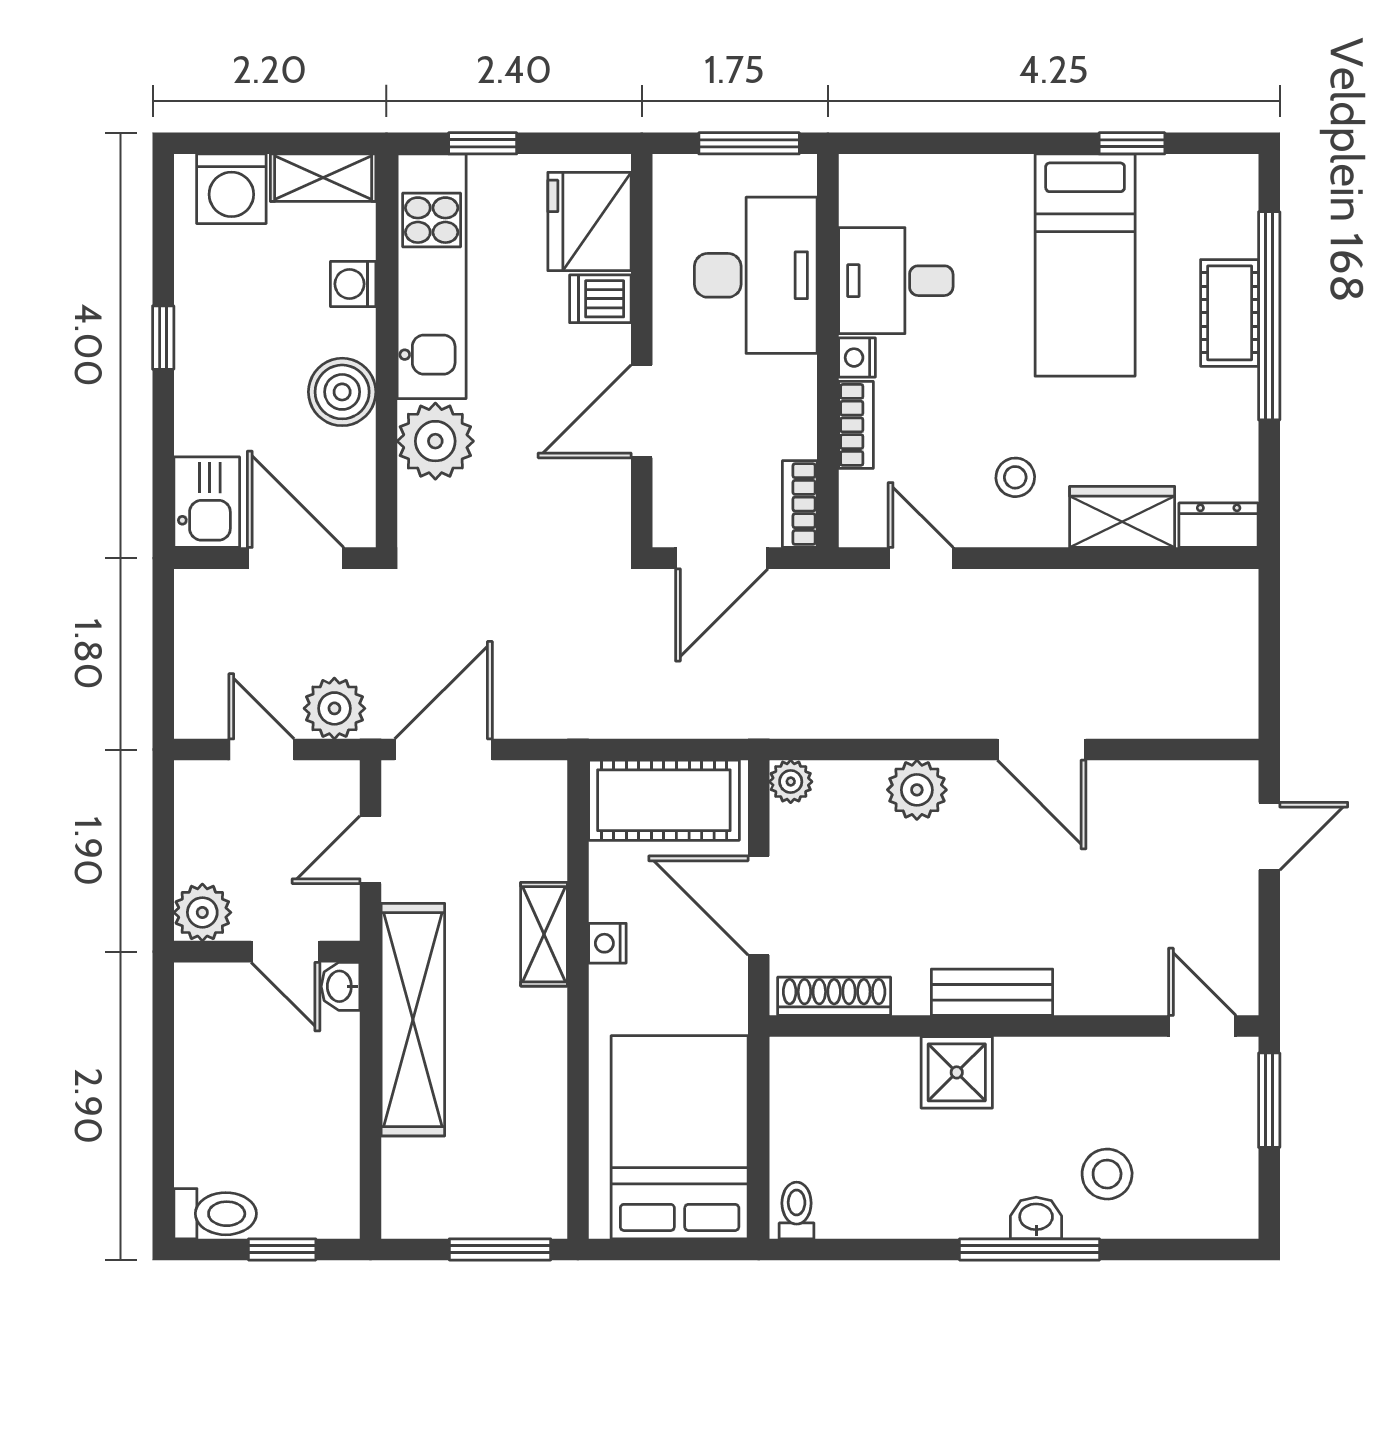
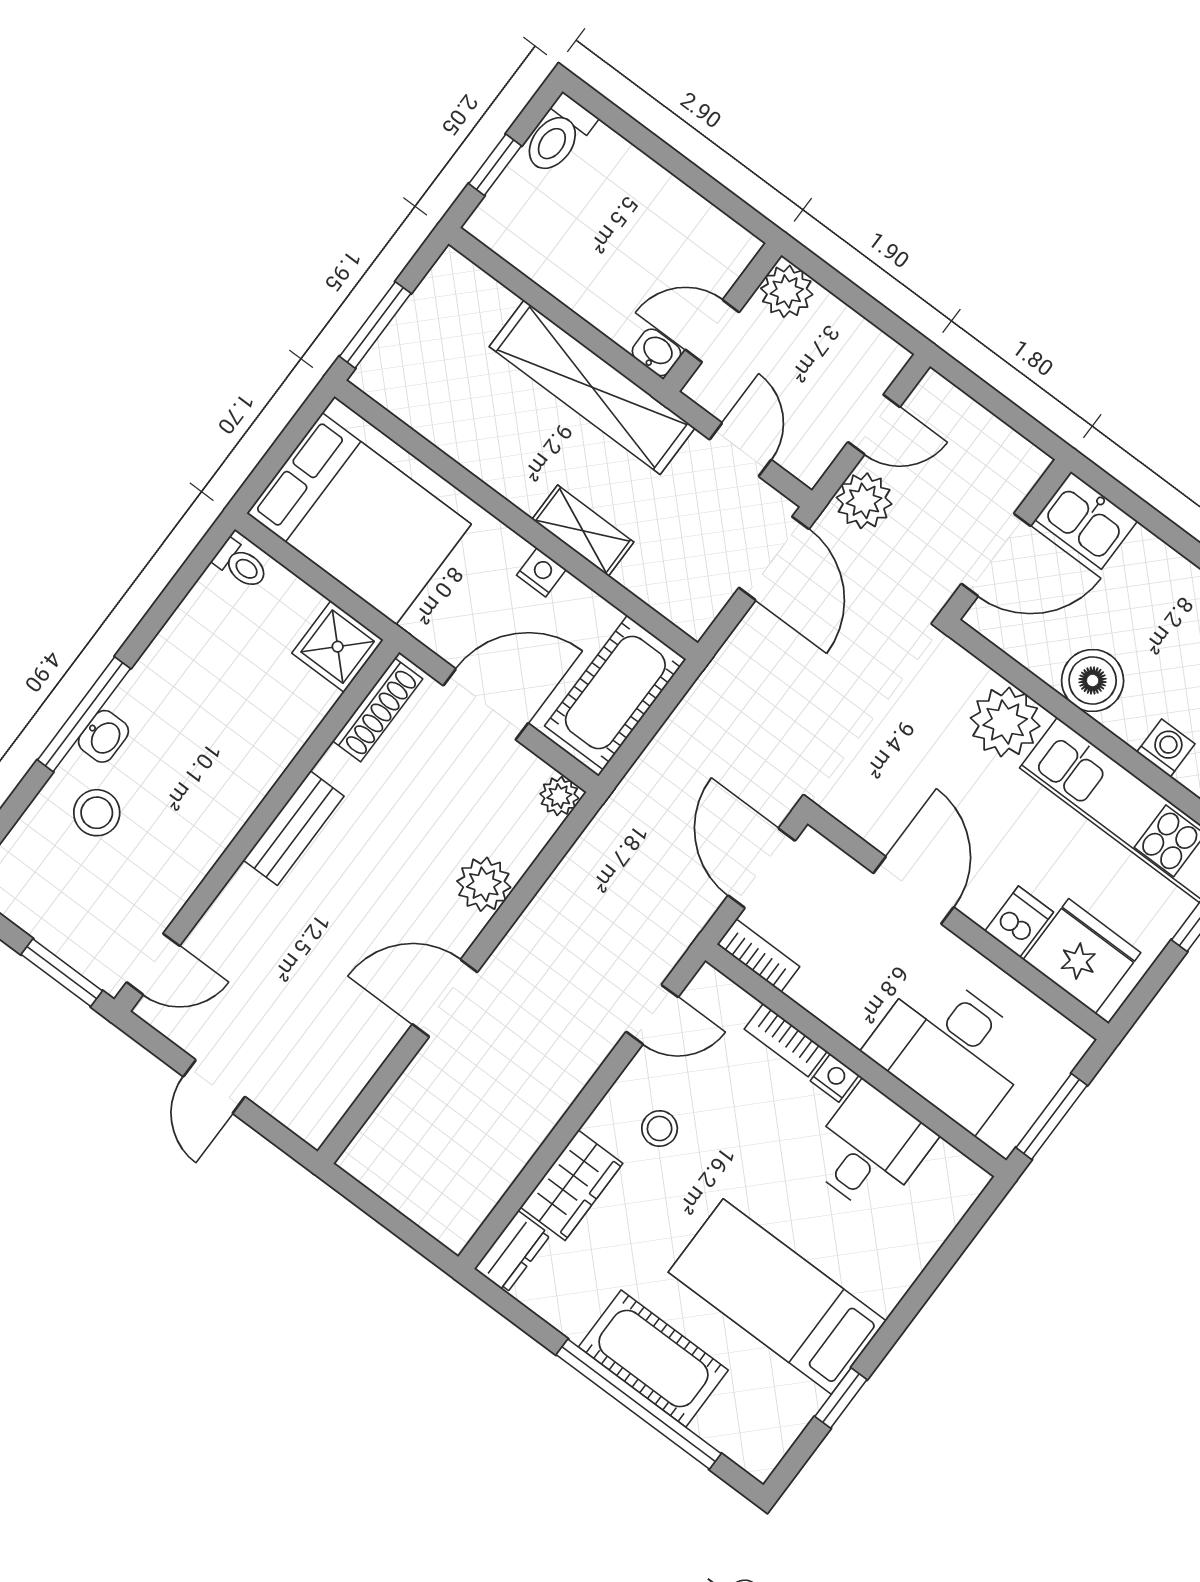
cot: (1230, 313) -> (653, 1358), width x1.37, depth x1.34
door: (1269, 836) -> (214, 1087), moved
shower: (957, 1072) -> (338, 647), moved

